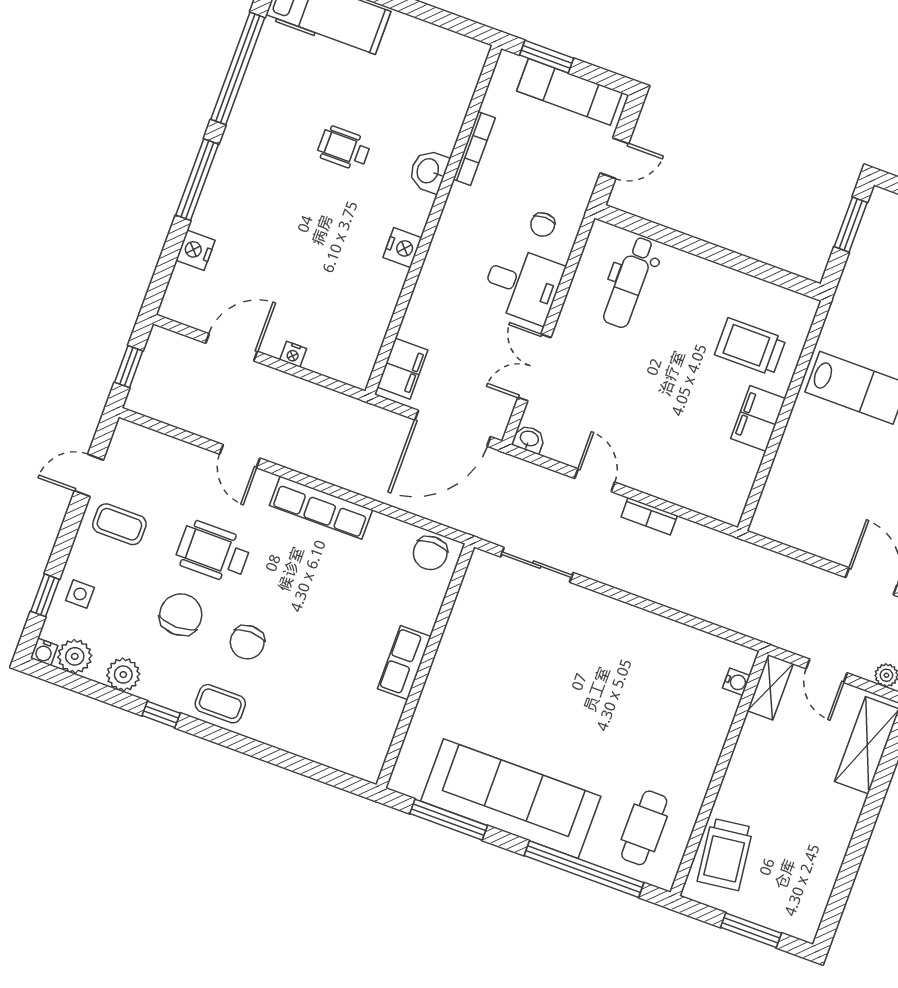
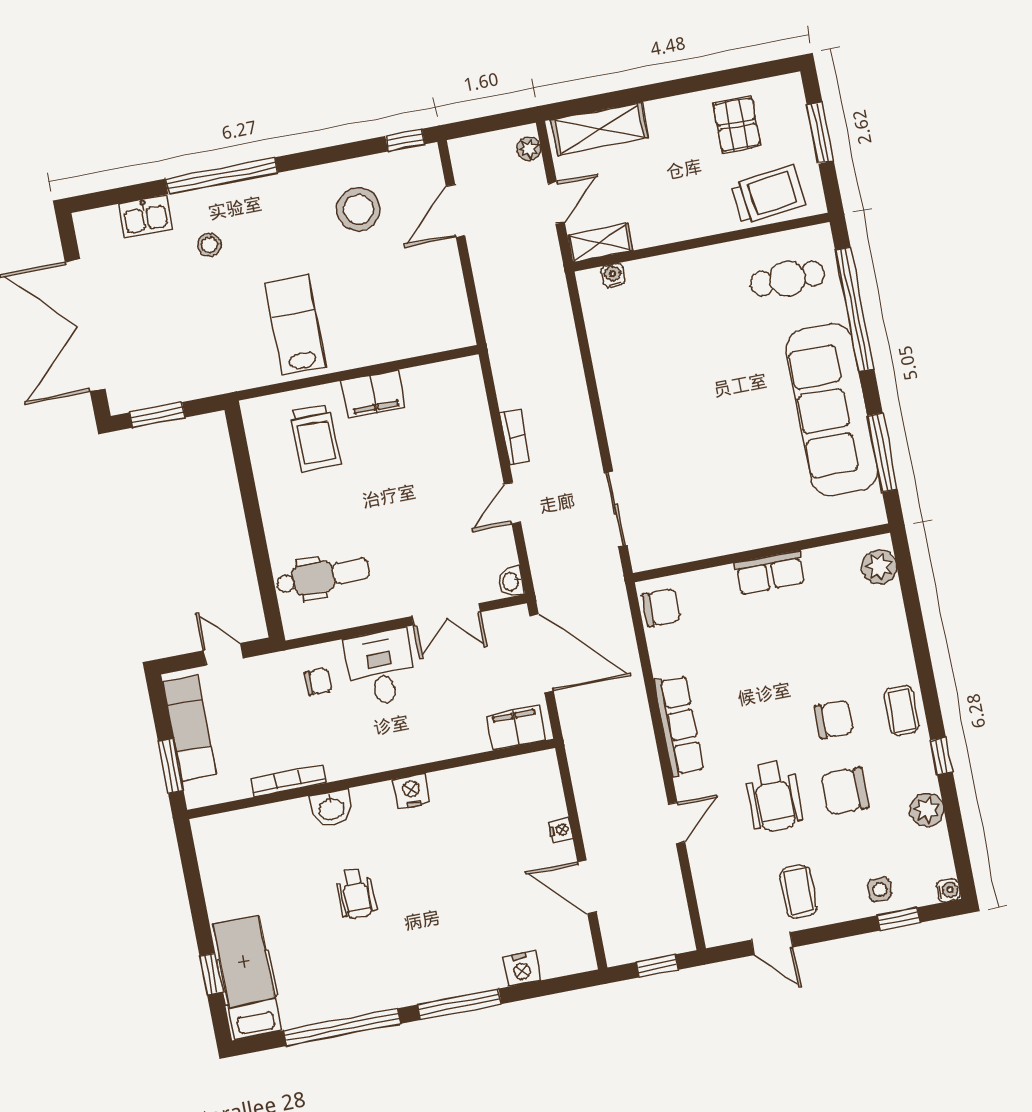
plant: (75, 656) -> (879, 567), moved
pallet: (801, 864) -> (737, 125), added

